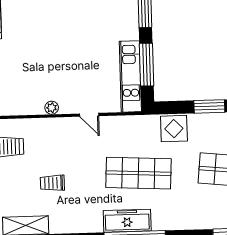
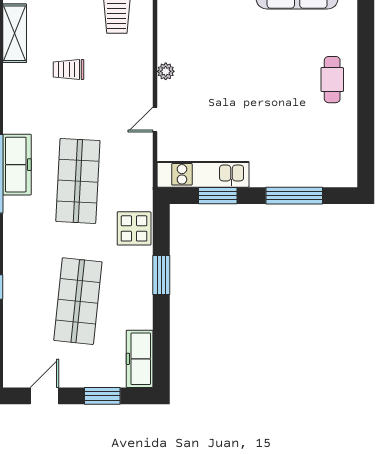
window: (147, 65) -> (218, 196), width x0.69
trolley: (52, 183) -> (69, 69), turned -90

